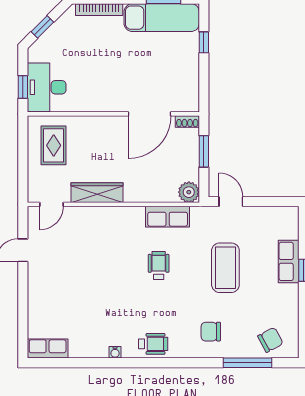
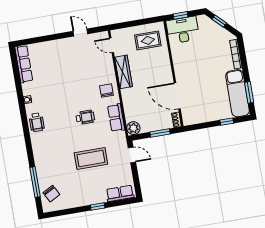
door: (231, 202) -> (132, 155), hinge flipped
row of seats: (289, 261) -> (120, 193), moved
chair: (211, 332) -> (107, 91), moved
row of seats: (48, 349) -> (24, 64), width x1.48

